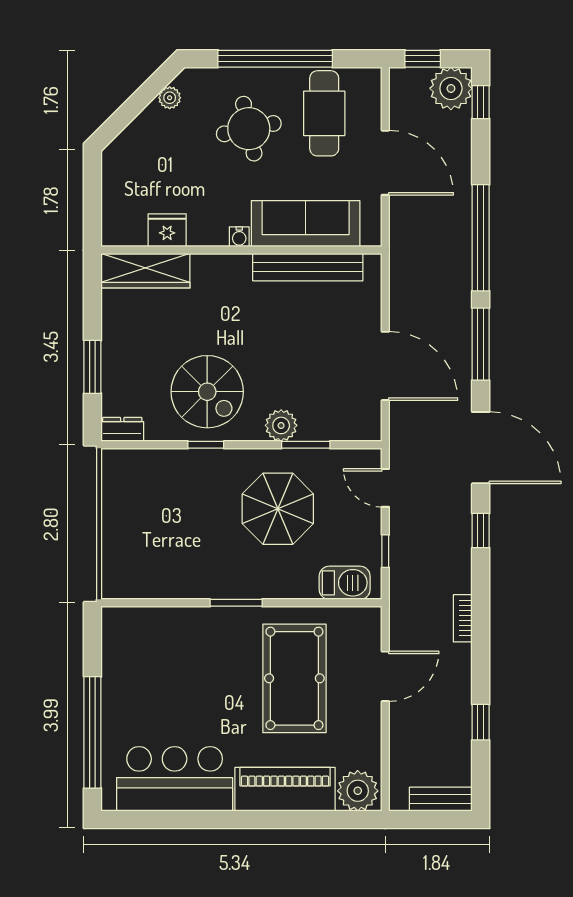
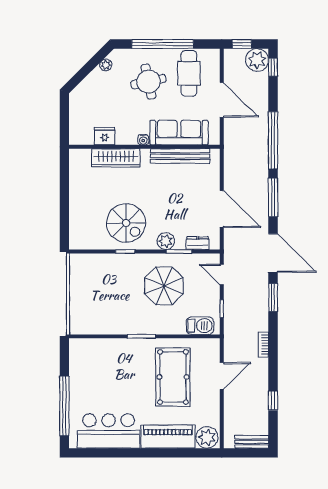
wardrobe: (145, 271) -> (116, 158), moved
window: (92, 367) -> (64, 210), removed
dresser: (122, 429) -> (198, 243), moved
window: (481, 531) -> (273, 298), width x1.50

